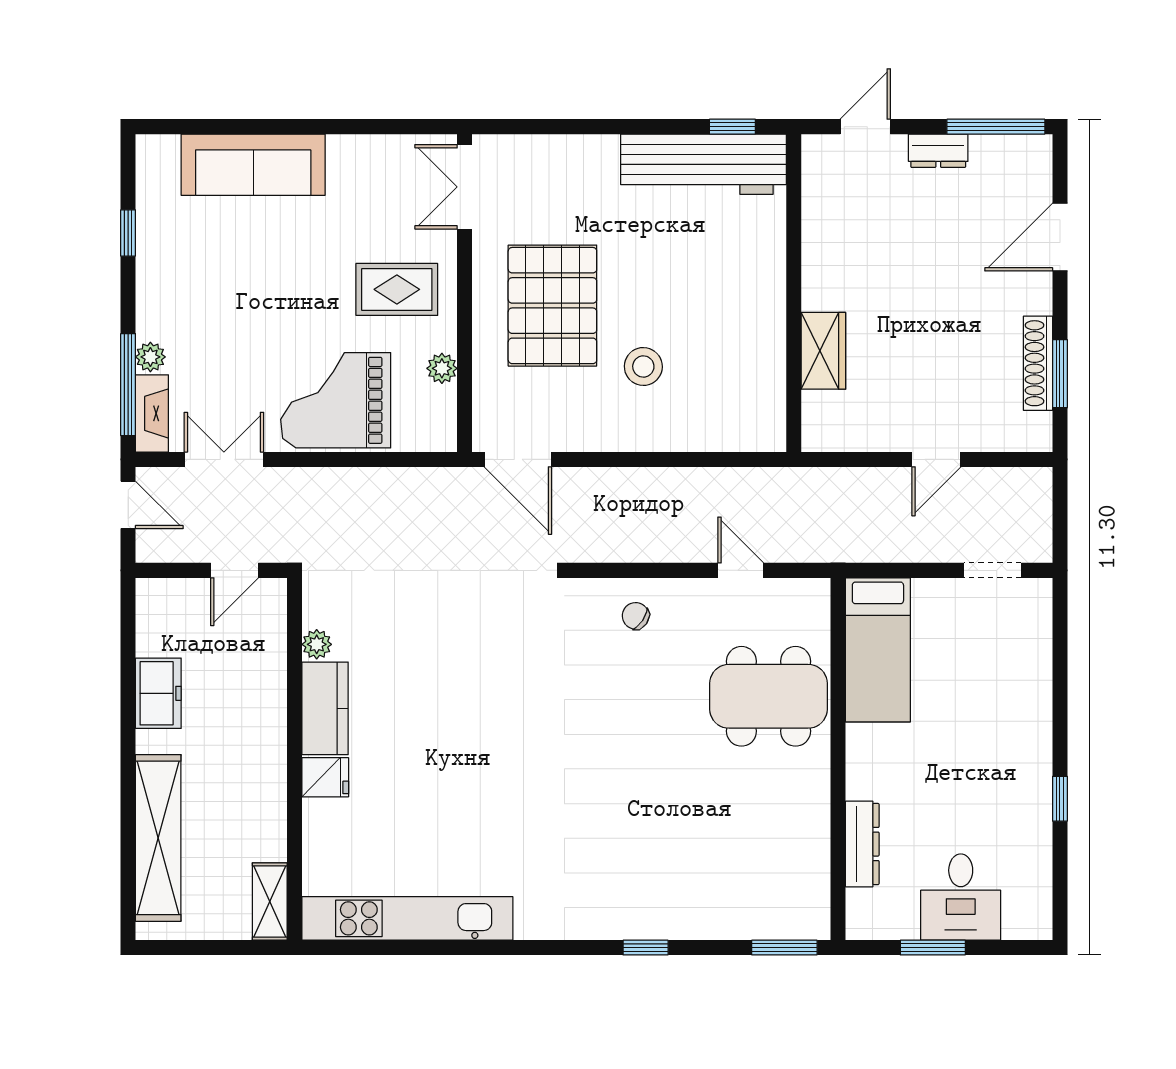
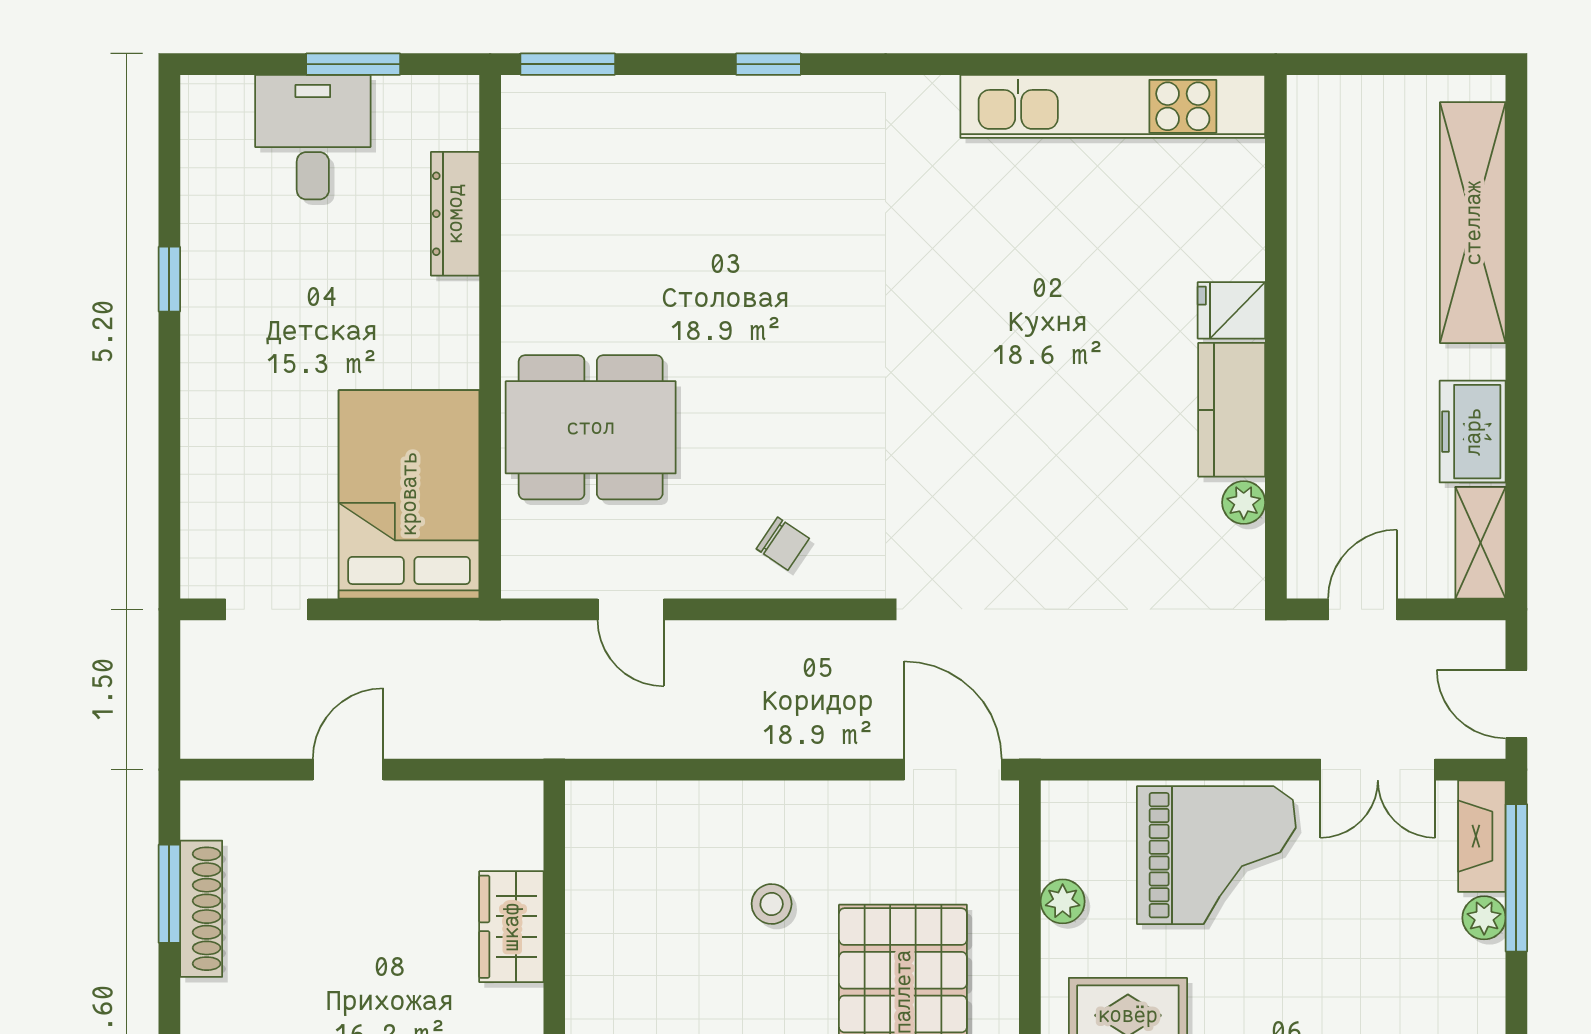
stool: (643, 367) -> (772, 904), width x0.73, depth x0.73
bed: (878, 650) -> (409, 494), width x1.50
shelving: (270, 901) -> (1480, 543), moved

